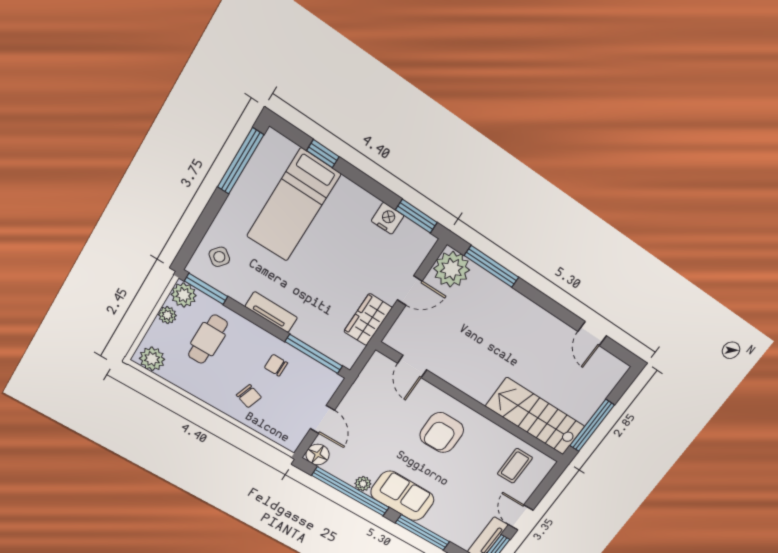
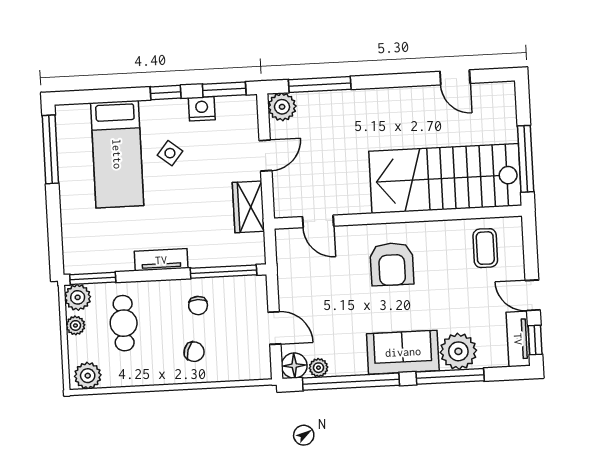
window: (323, 154) -> (166, 93), moved
side table: (219, 257) -> (170, 153), moved
plant: (452, 269) -> (282, 107), width x0.73, depth x0.73
chair: (276, 365) -> (198, 306), turned -90
stairs: (535, 416) -> (445, 178), width x1.36, depth x1.51
plant: (363, 484) -> (318, 368), moved
plant: (441, 520) -> (458, 351), added

